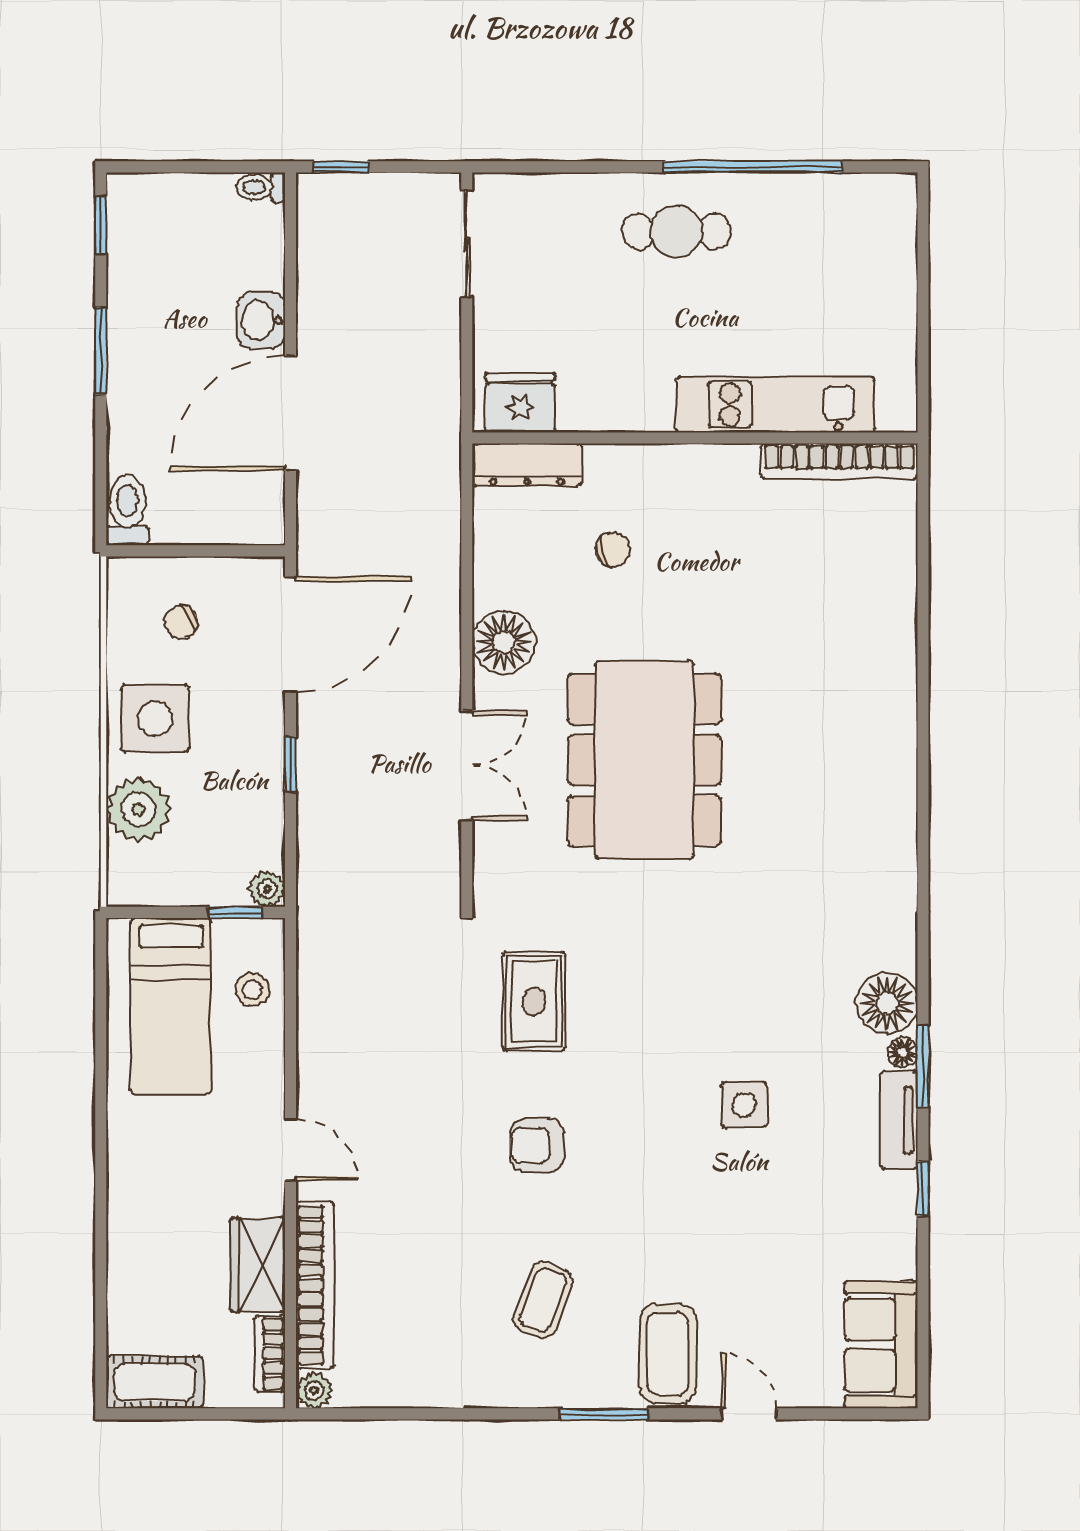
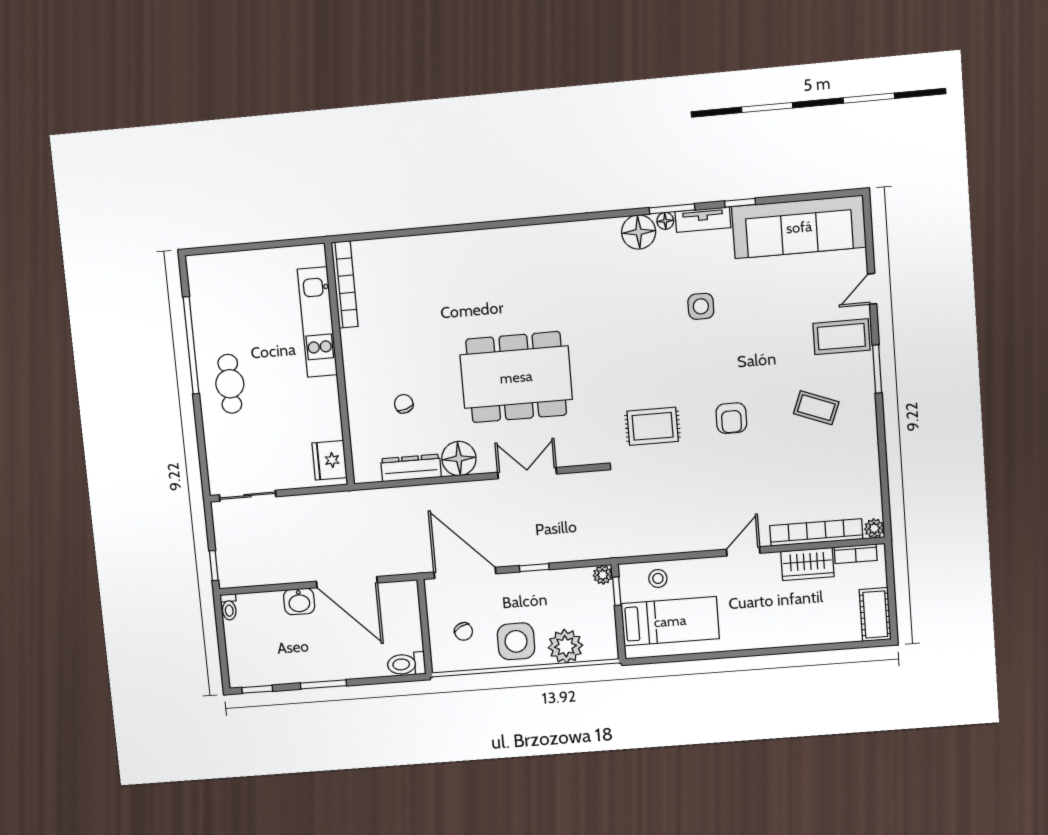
dresser: (527, 465) -> (411, 468), moved, turned -90
sofa: (881, 1345) -> (799, 227), width x1.85, depth x1.27

